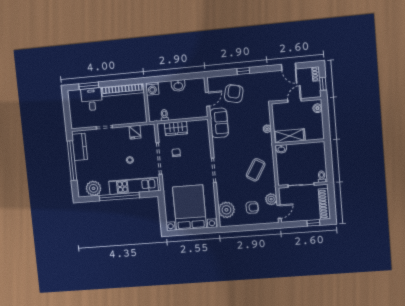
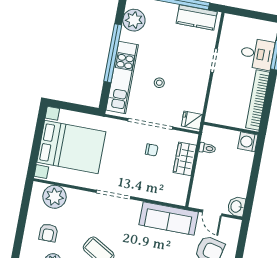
washbasin: (178, 86) -> (236, 207), moved
sofa: (219, 123) -> (169, 218), width x1.36
fridge: (135, 132) -> (192, 120), moved

